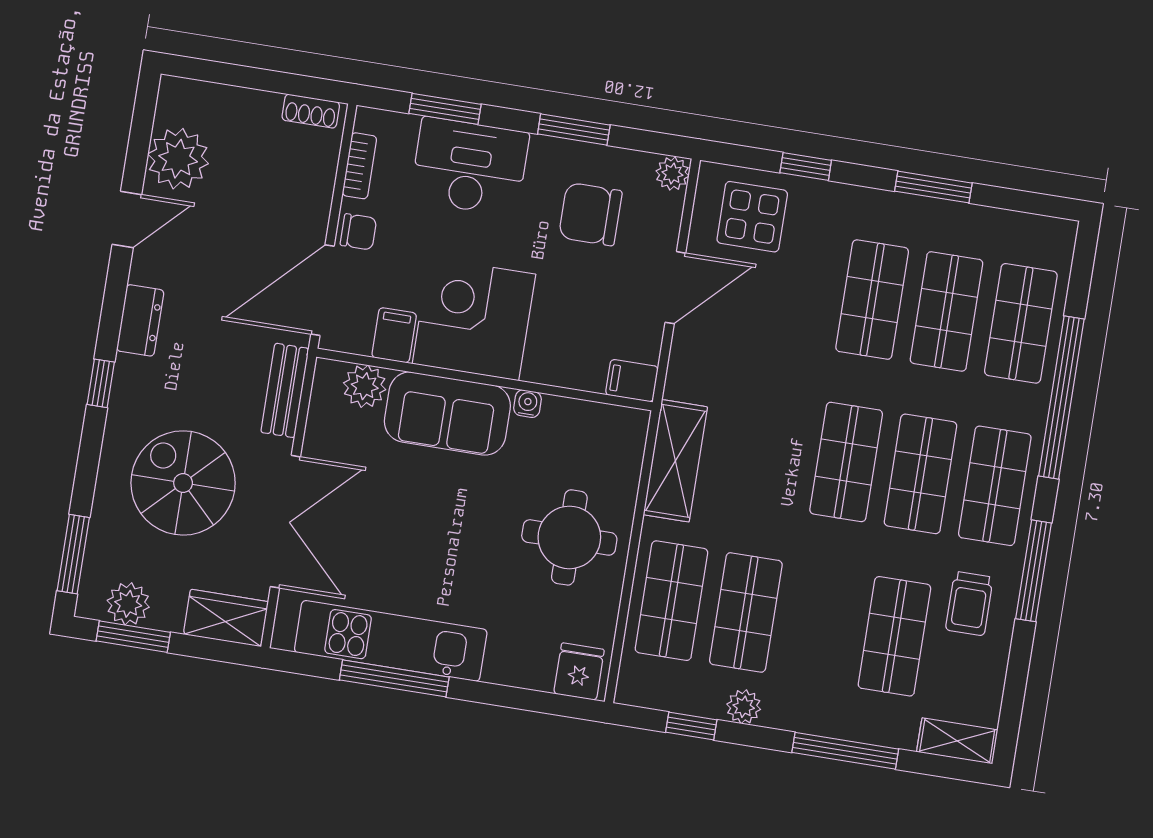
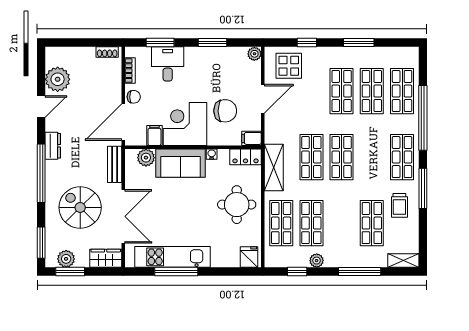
desk: (470, 166) -> (168, 64), width x0.73
chair: (590, 214) -> (225, 111), moved, turned 180
window: (101, 383) -> (41, 173), width x3.17
locker: (610, 424) -> (245, 157), added
shop shelf: (920, 474) -> (311, 157), moved

